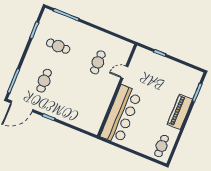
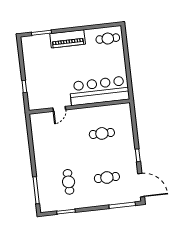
cafe table: (98, 62) -> (102, 133), moved
door: (124, 72) -> (59, 109), hinge flipped

